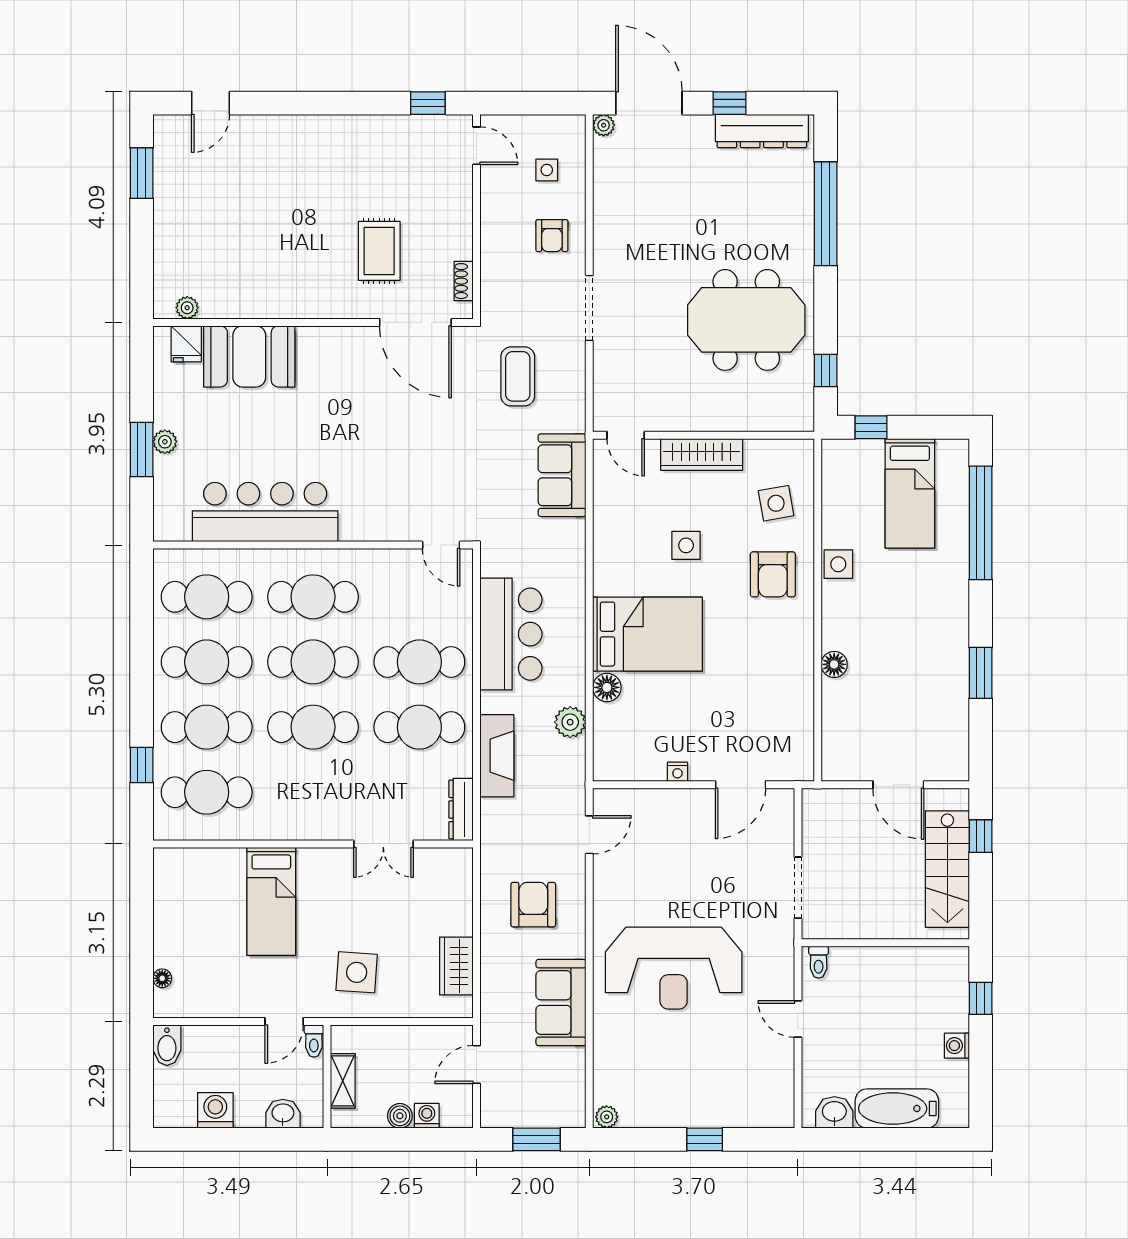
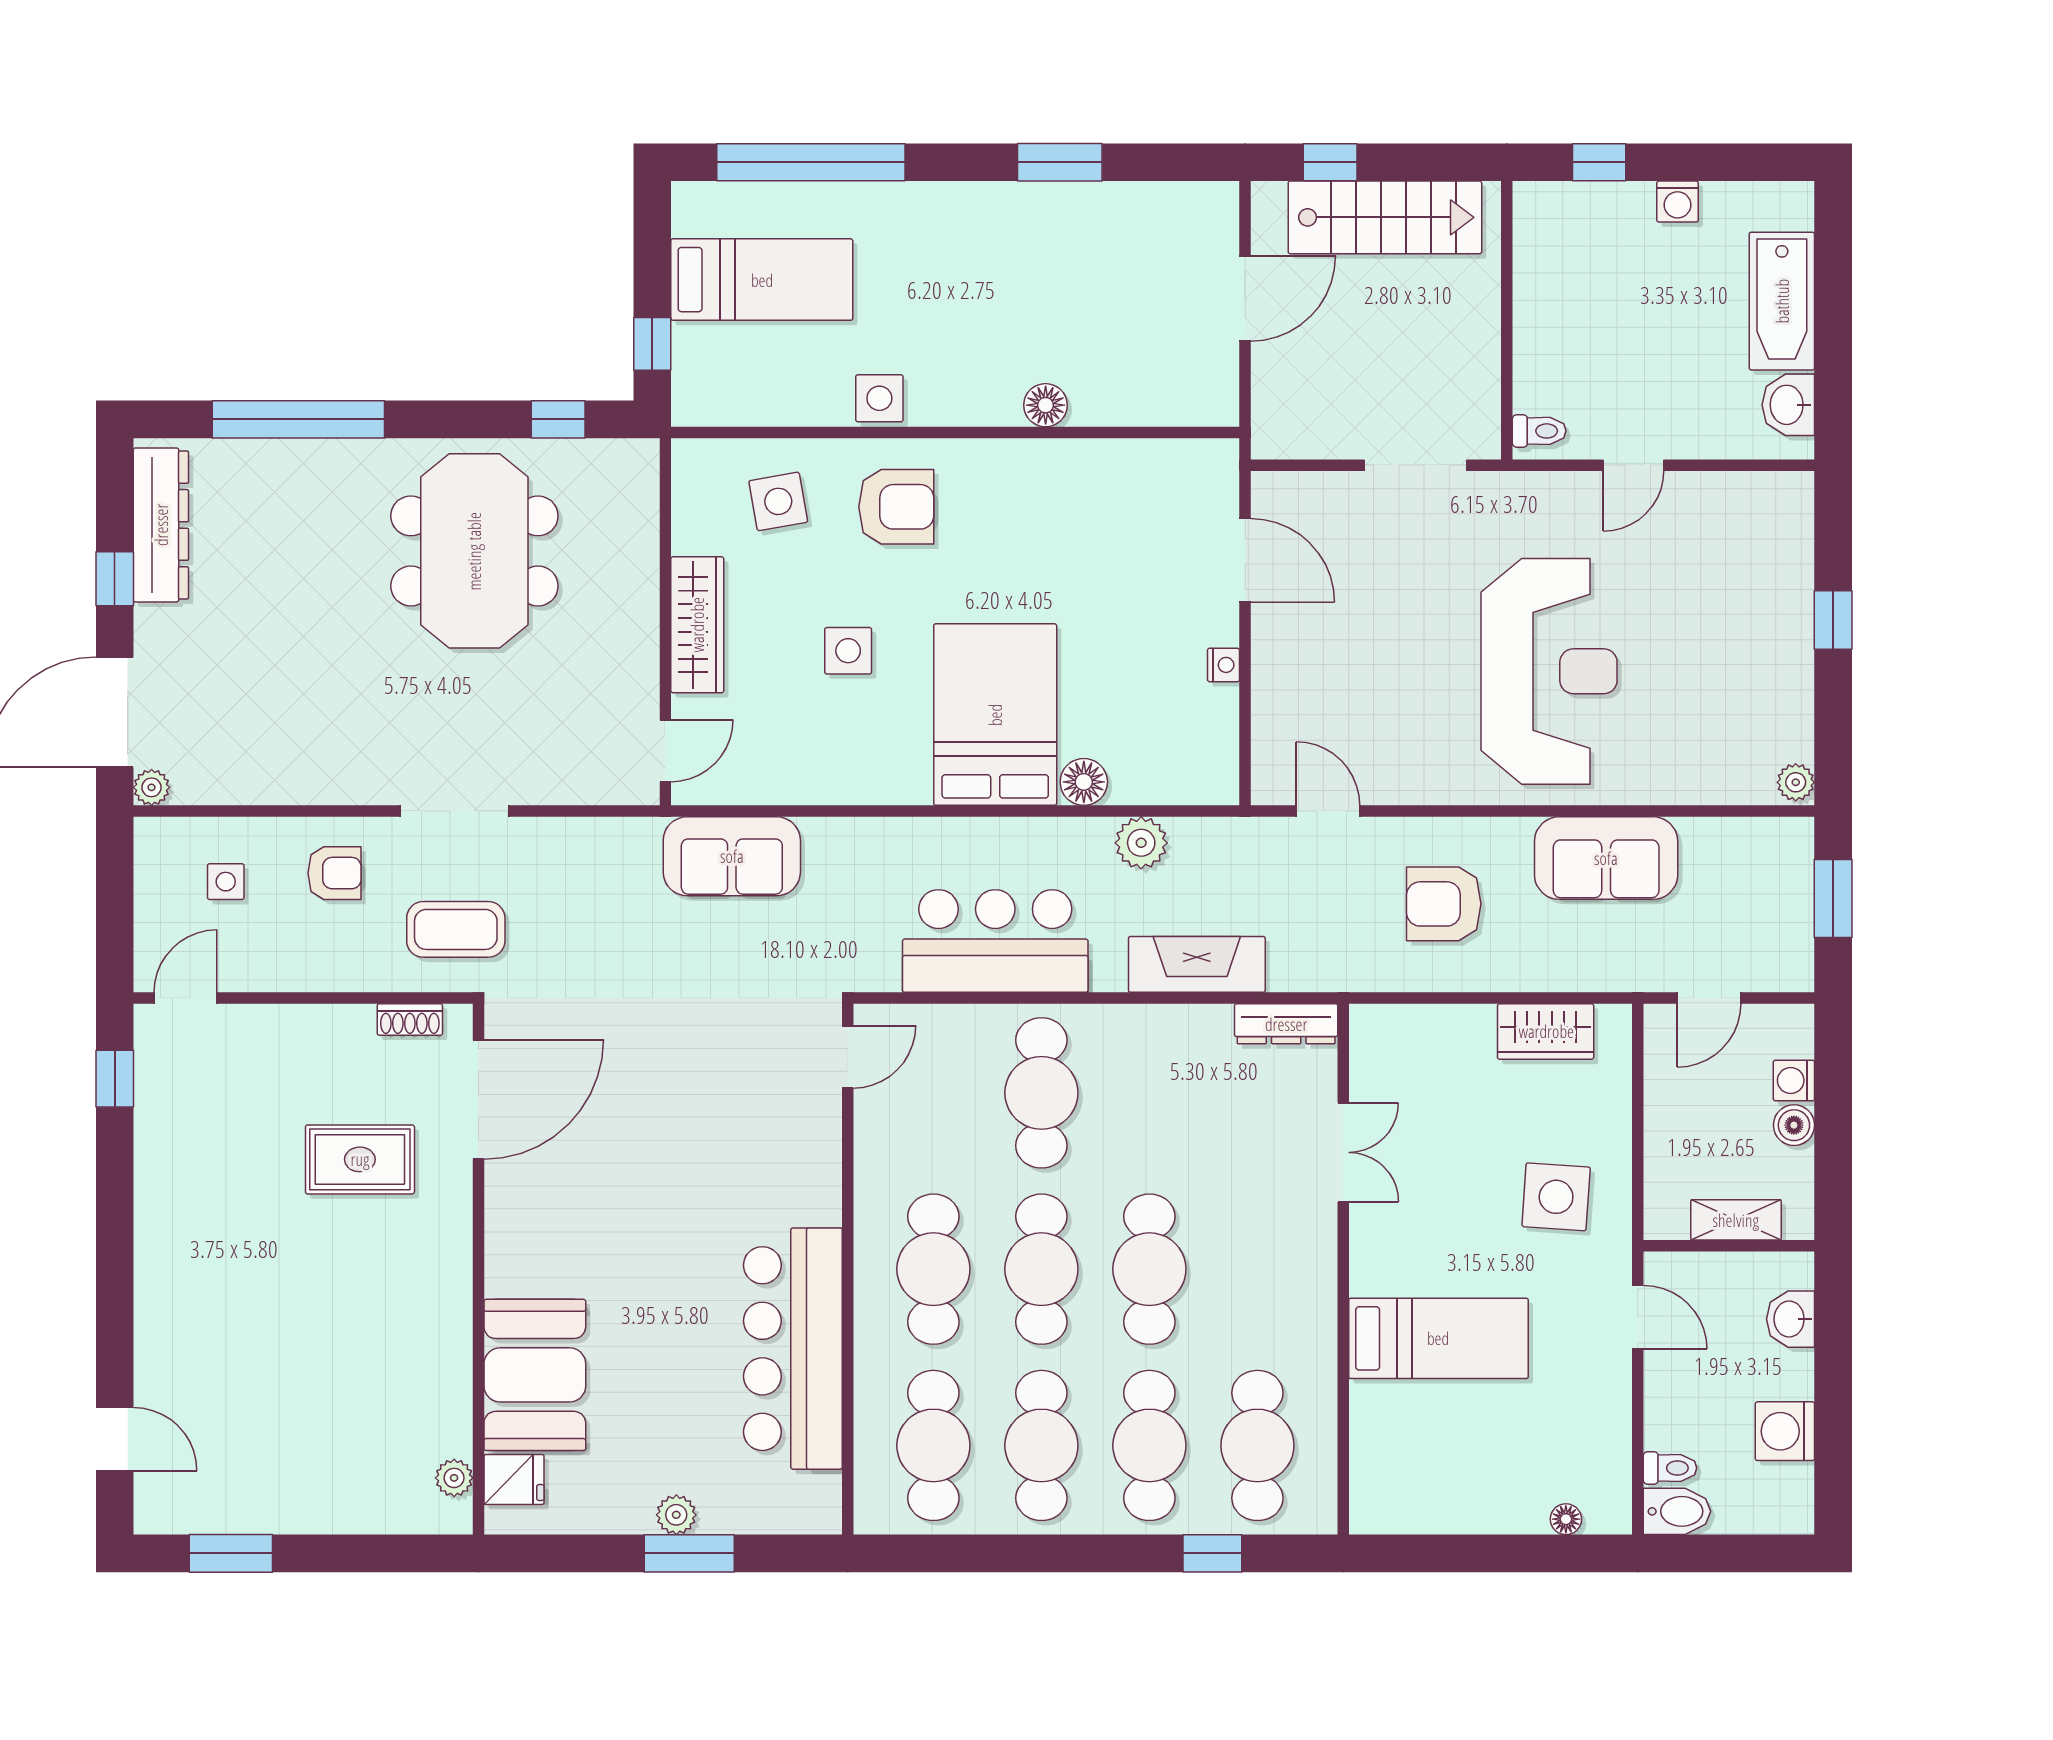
coffee table: (518, 376) -> (456, 929), moved
cafe table: (419, 727) -> (1149, 1093), removed
toilet: (314, 1041) -> (1670, 1468), moved
door: (477, 1065) -> (1709, 998), hinge flipped

